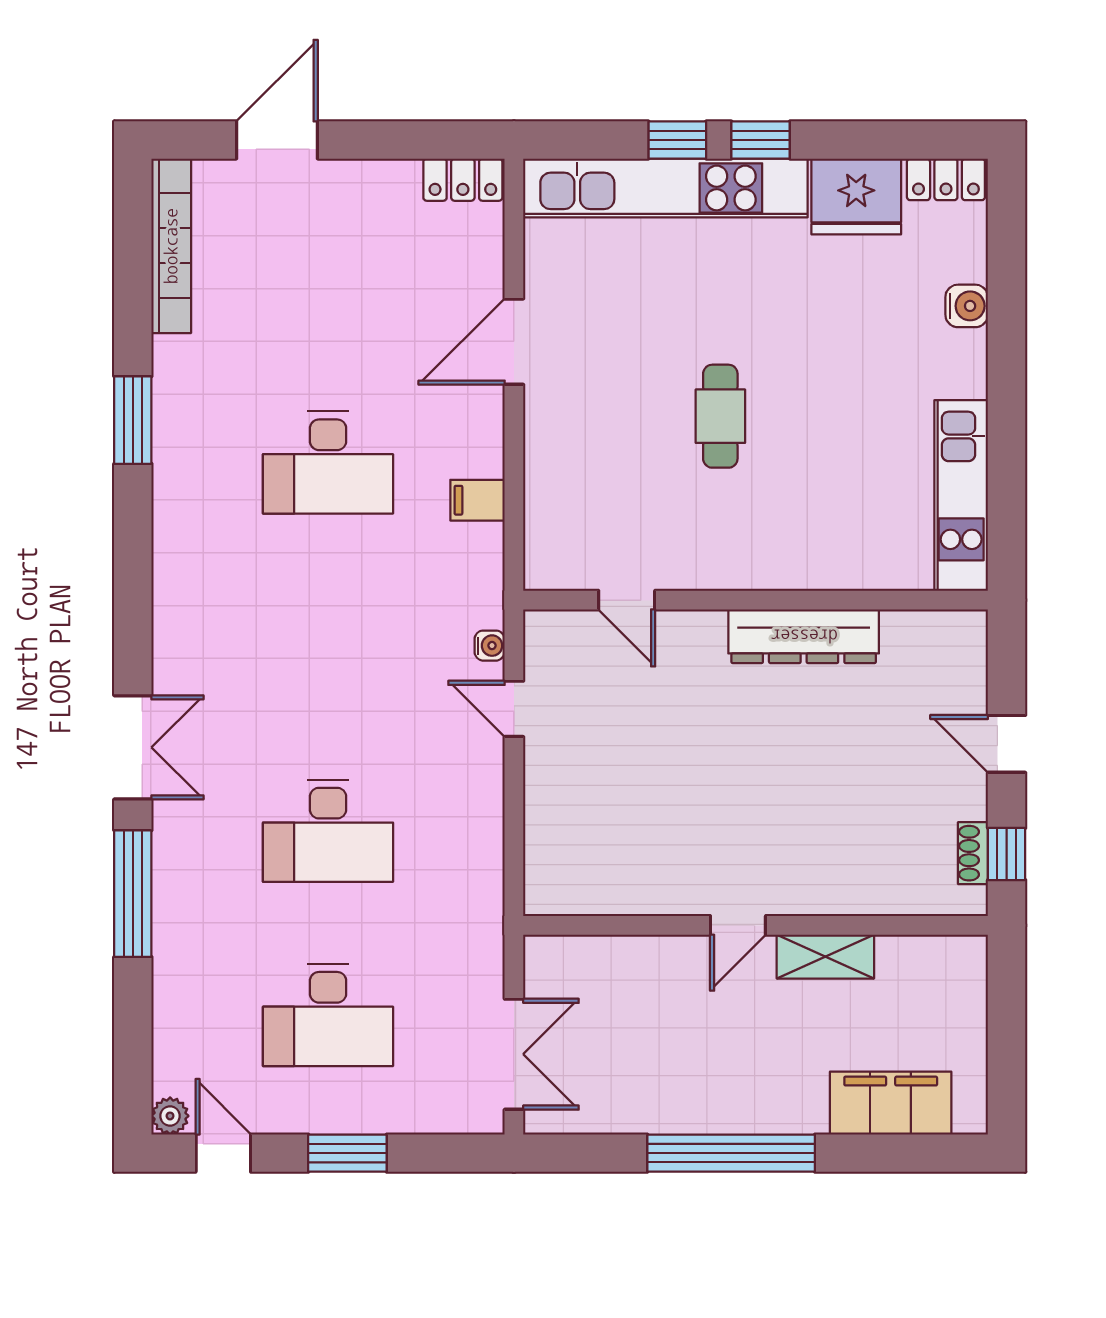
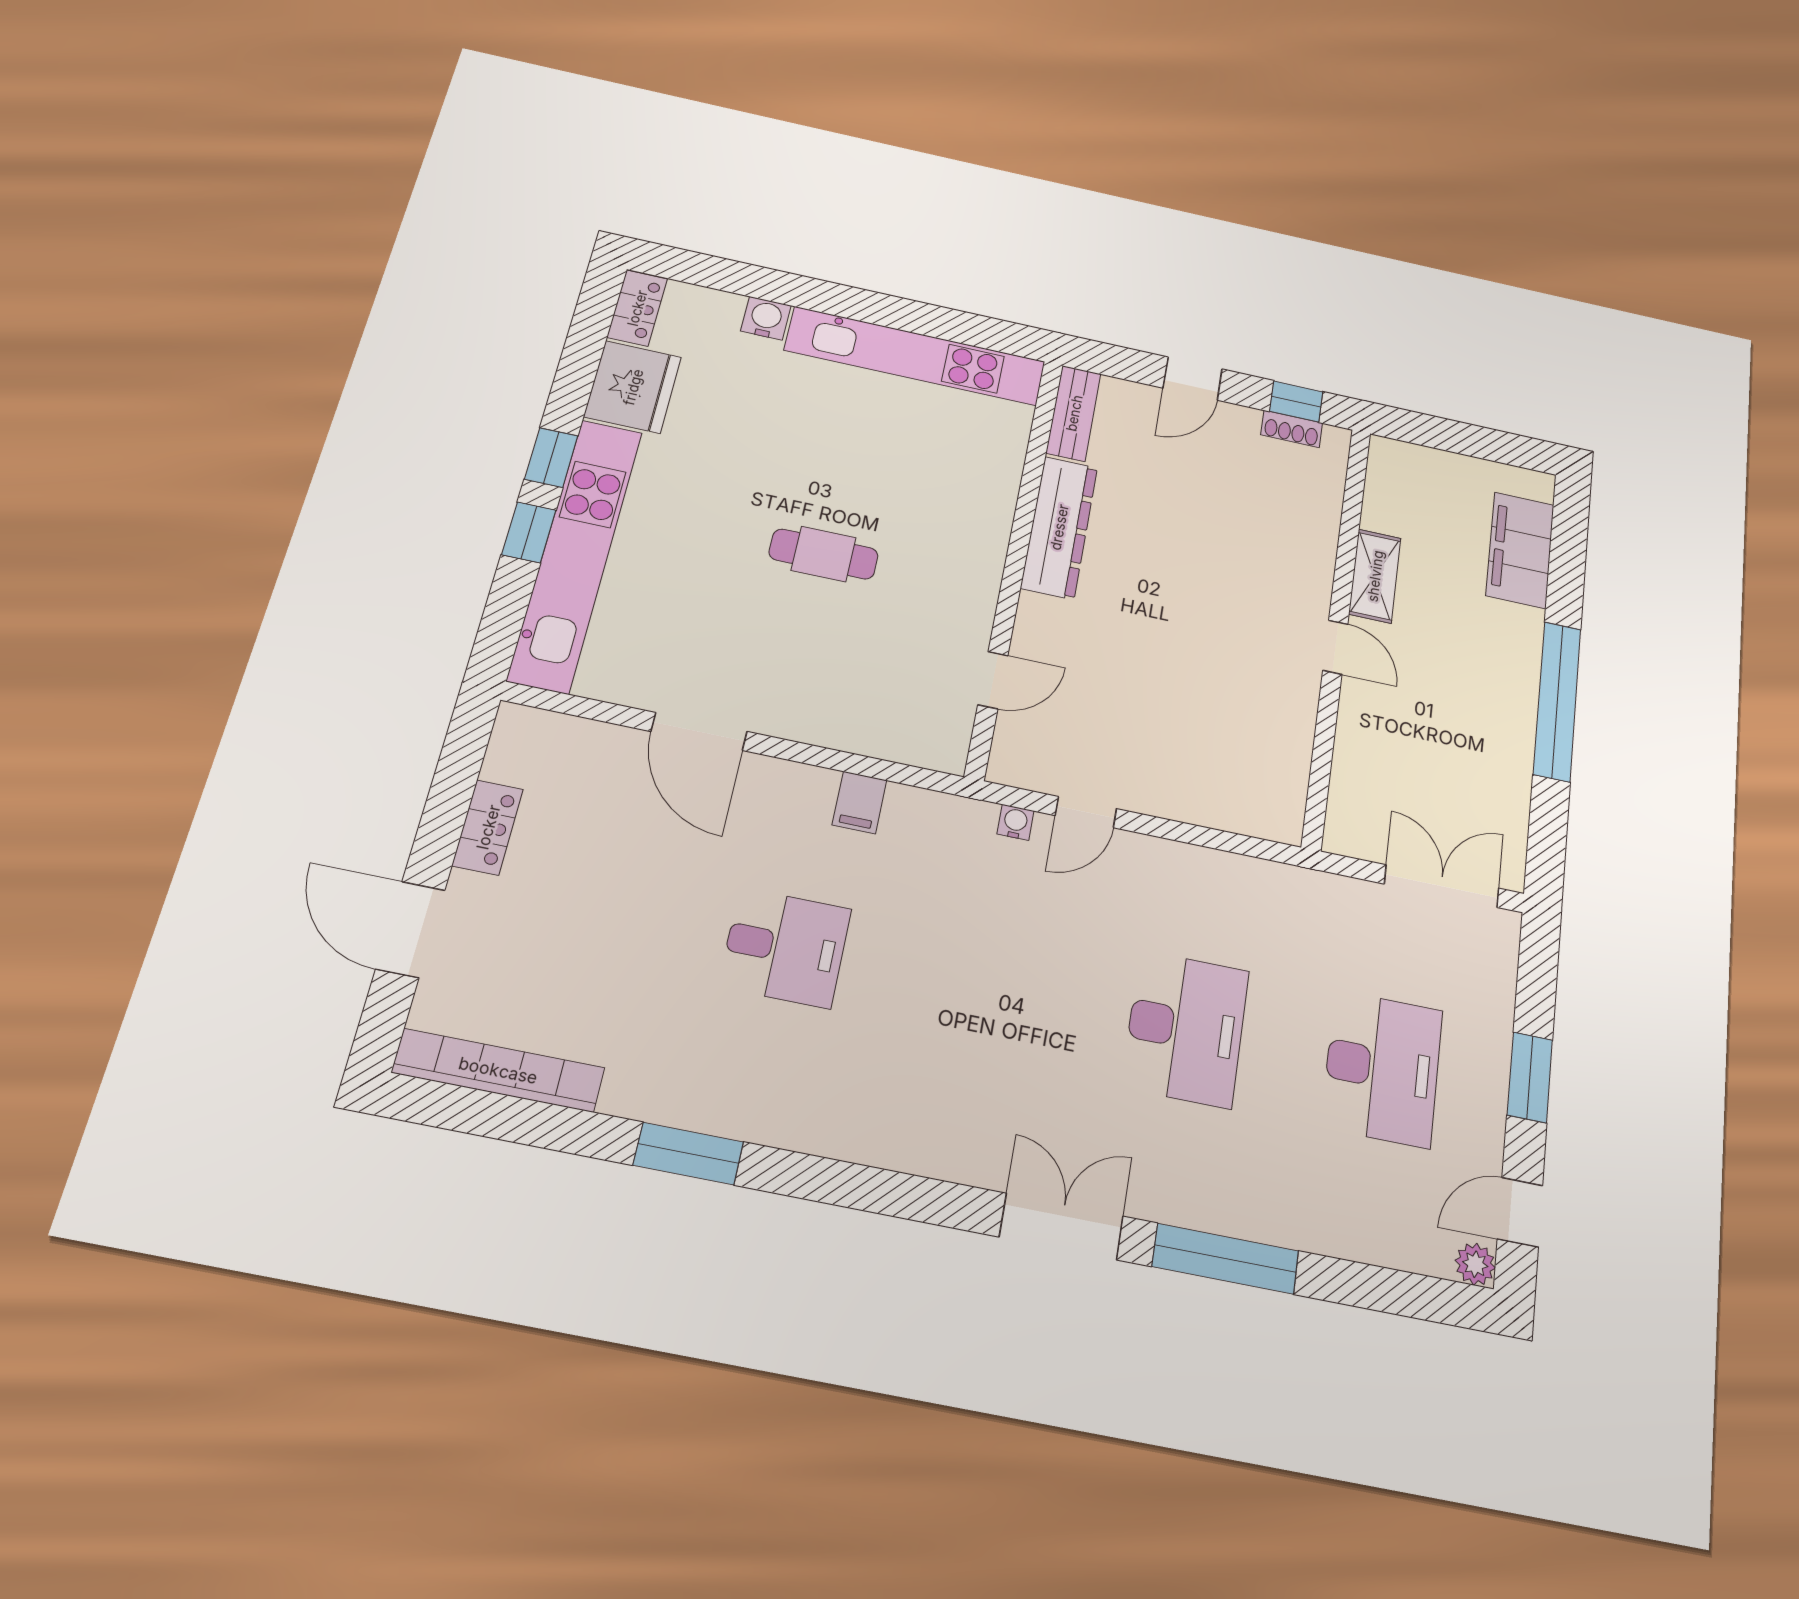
locker: (463, 180) -> (488, 827), moved
desk: (328, 462) -> (785, 948), width x0.73
kitchen unit: (961, 496) -> (915, 356), width x1.36
bench: (935, 629) -> (1074, 413), added

